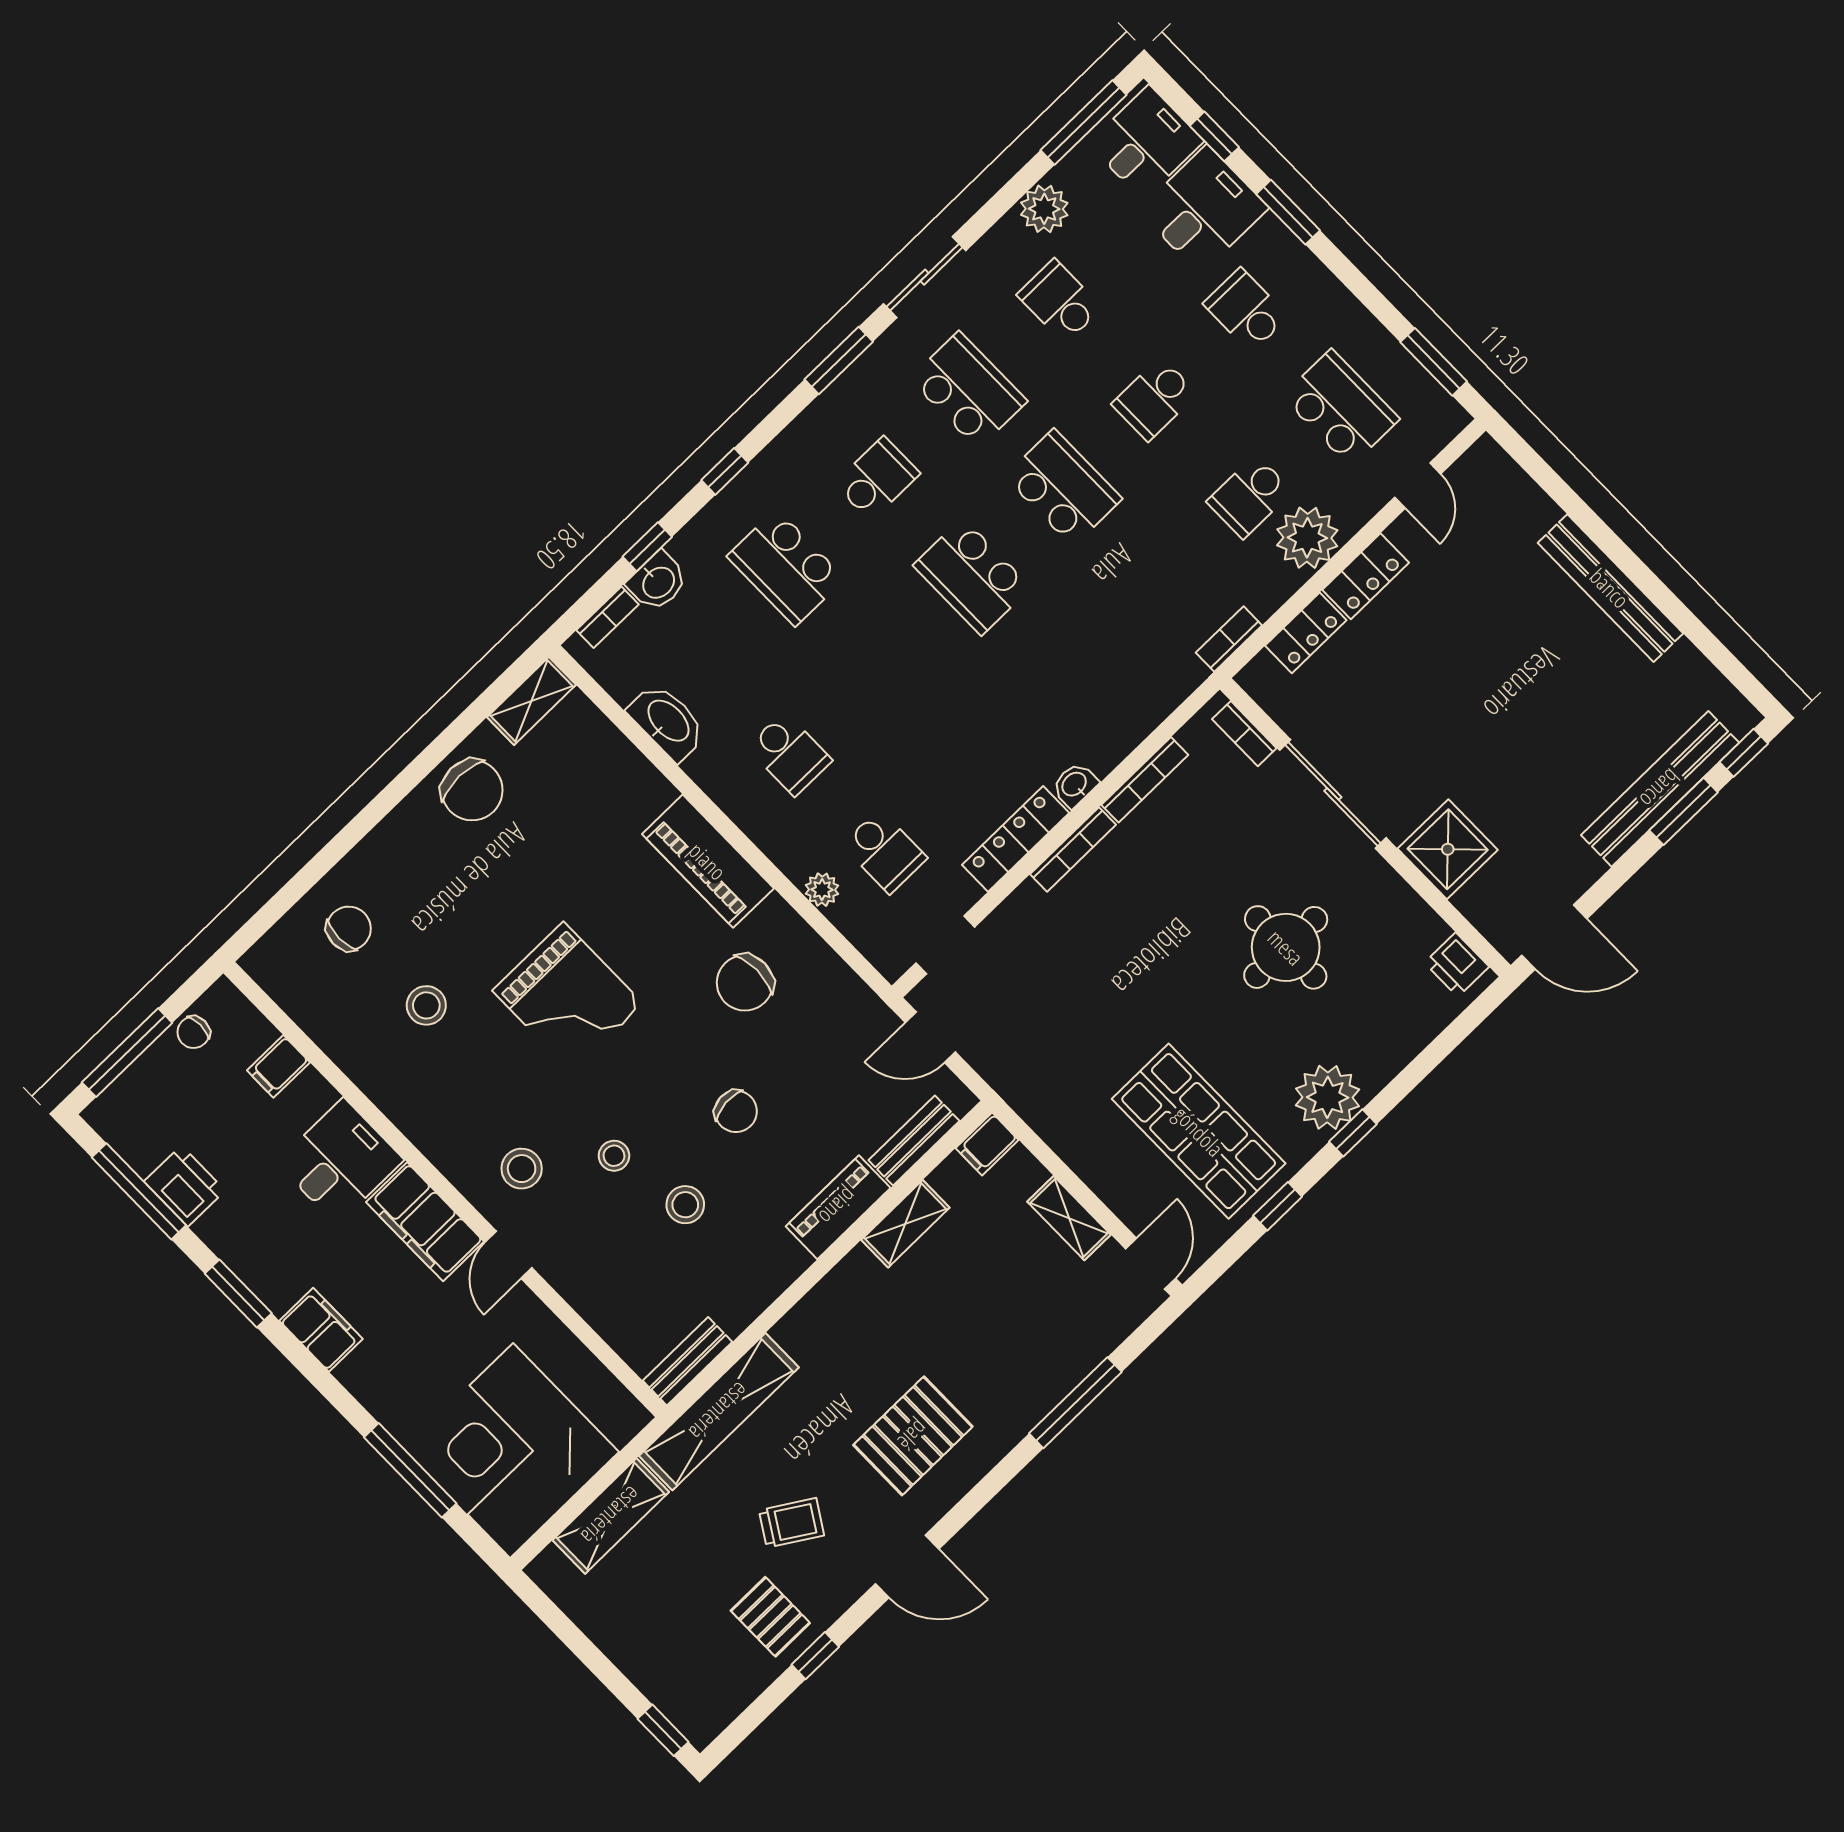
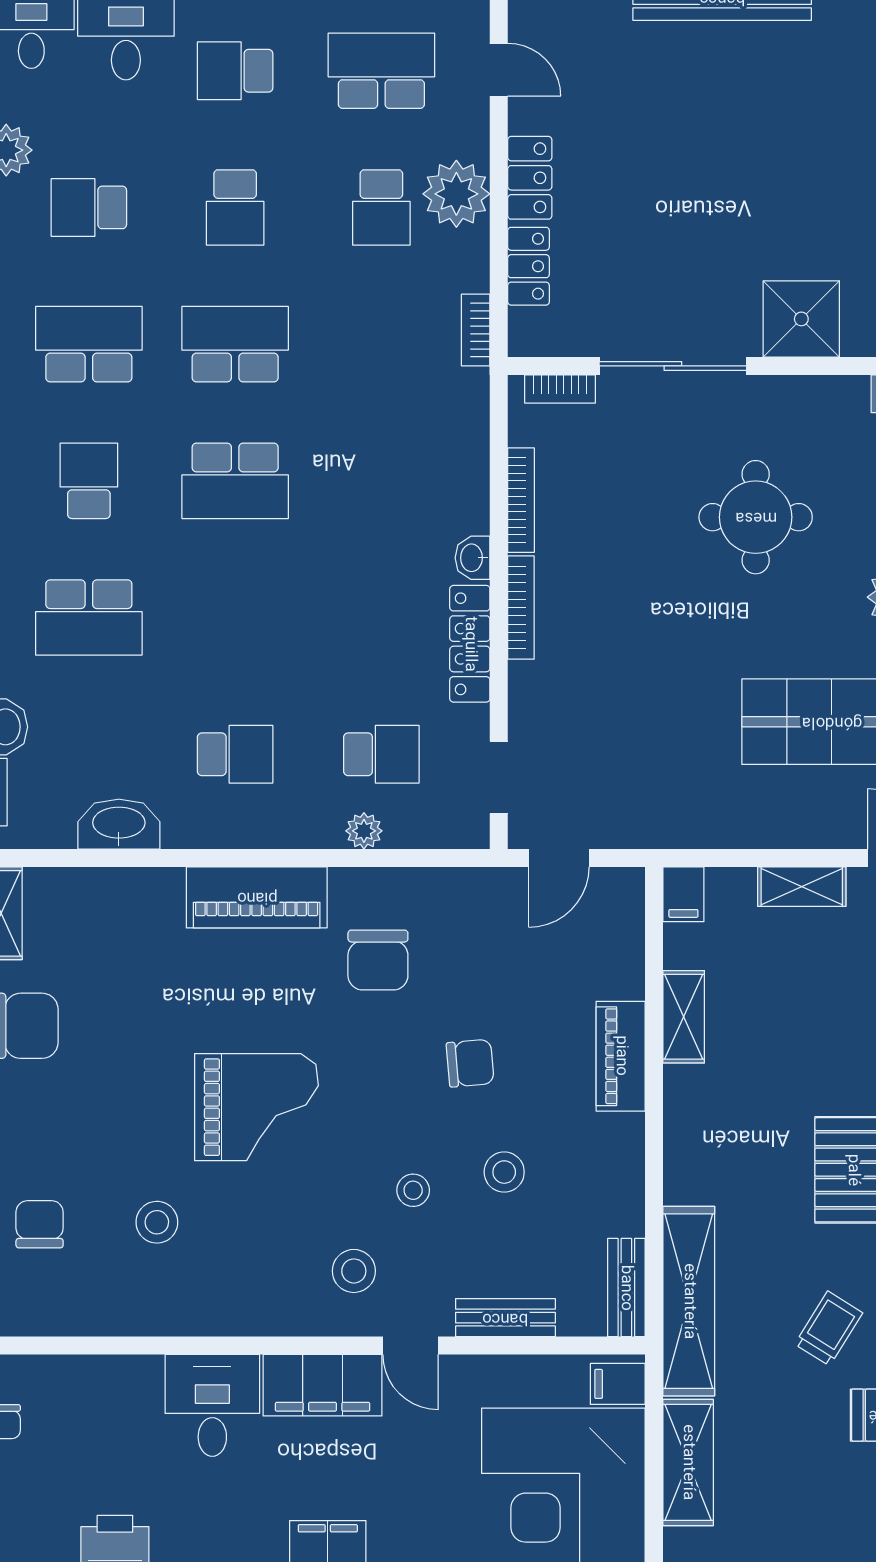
filing cabinet: (278, 1066) -> (618, 1384), moved, turned 90
bench: (914, 1141) -> (505, 1318), moved, turned 90

